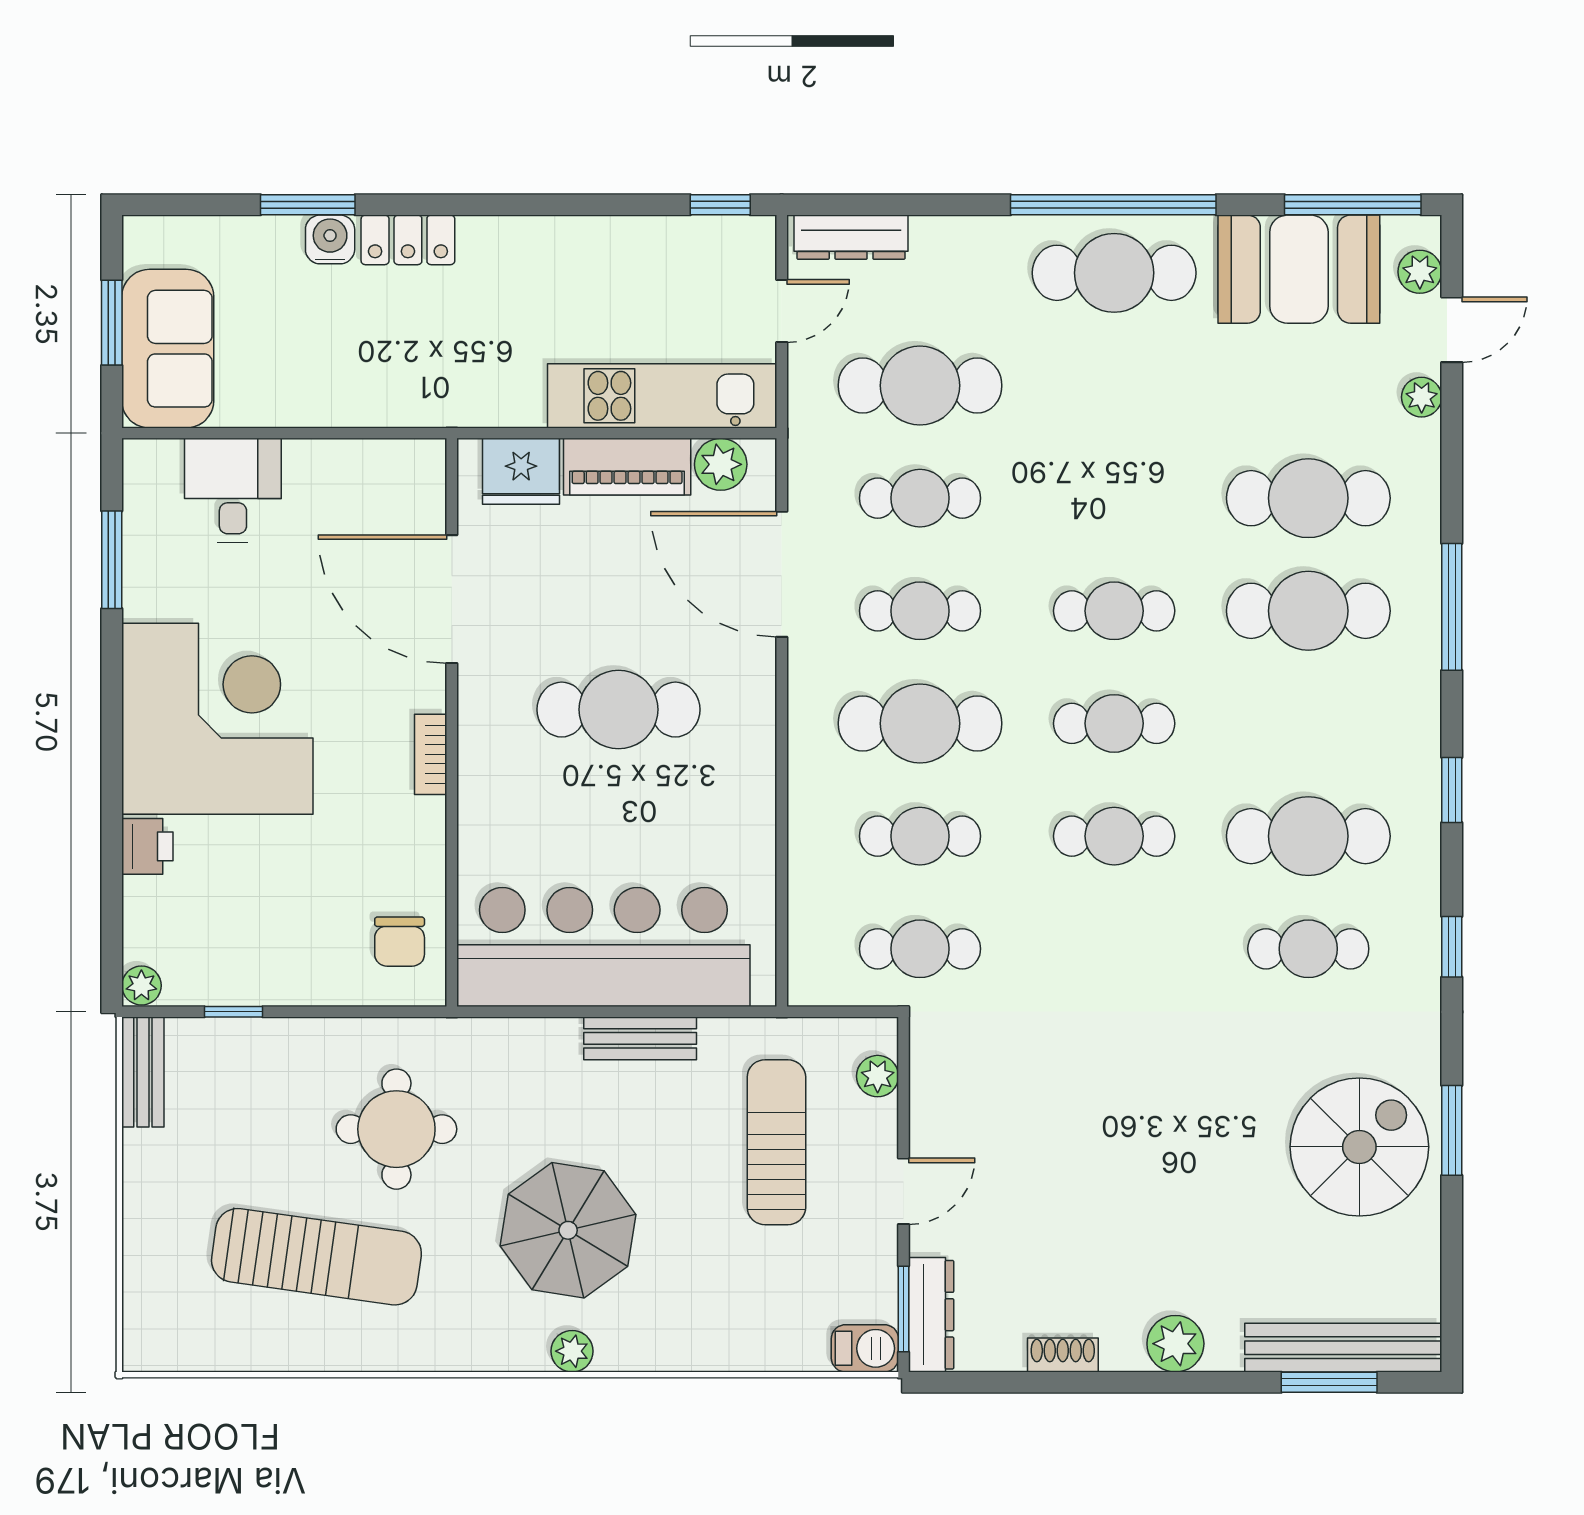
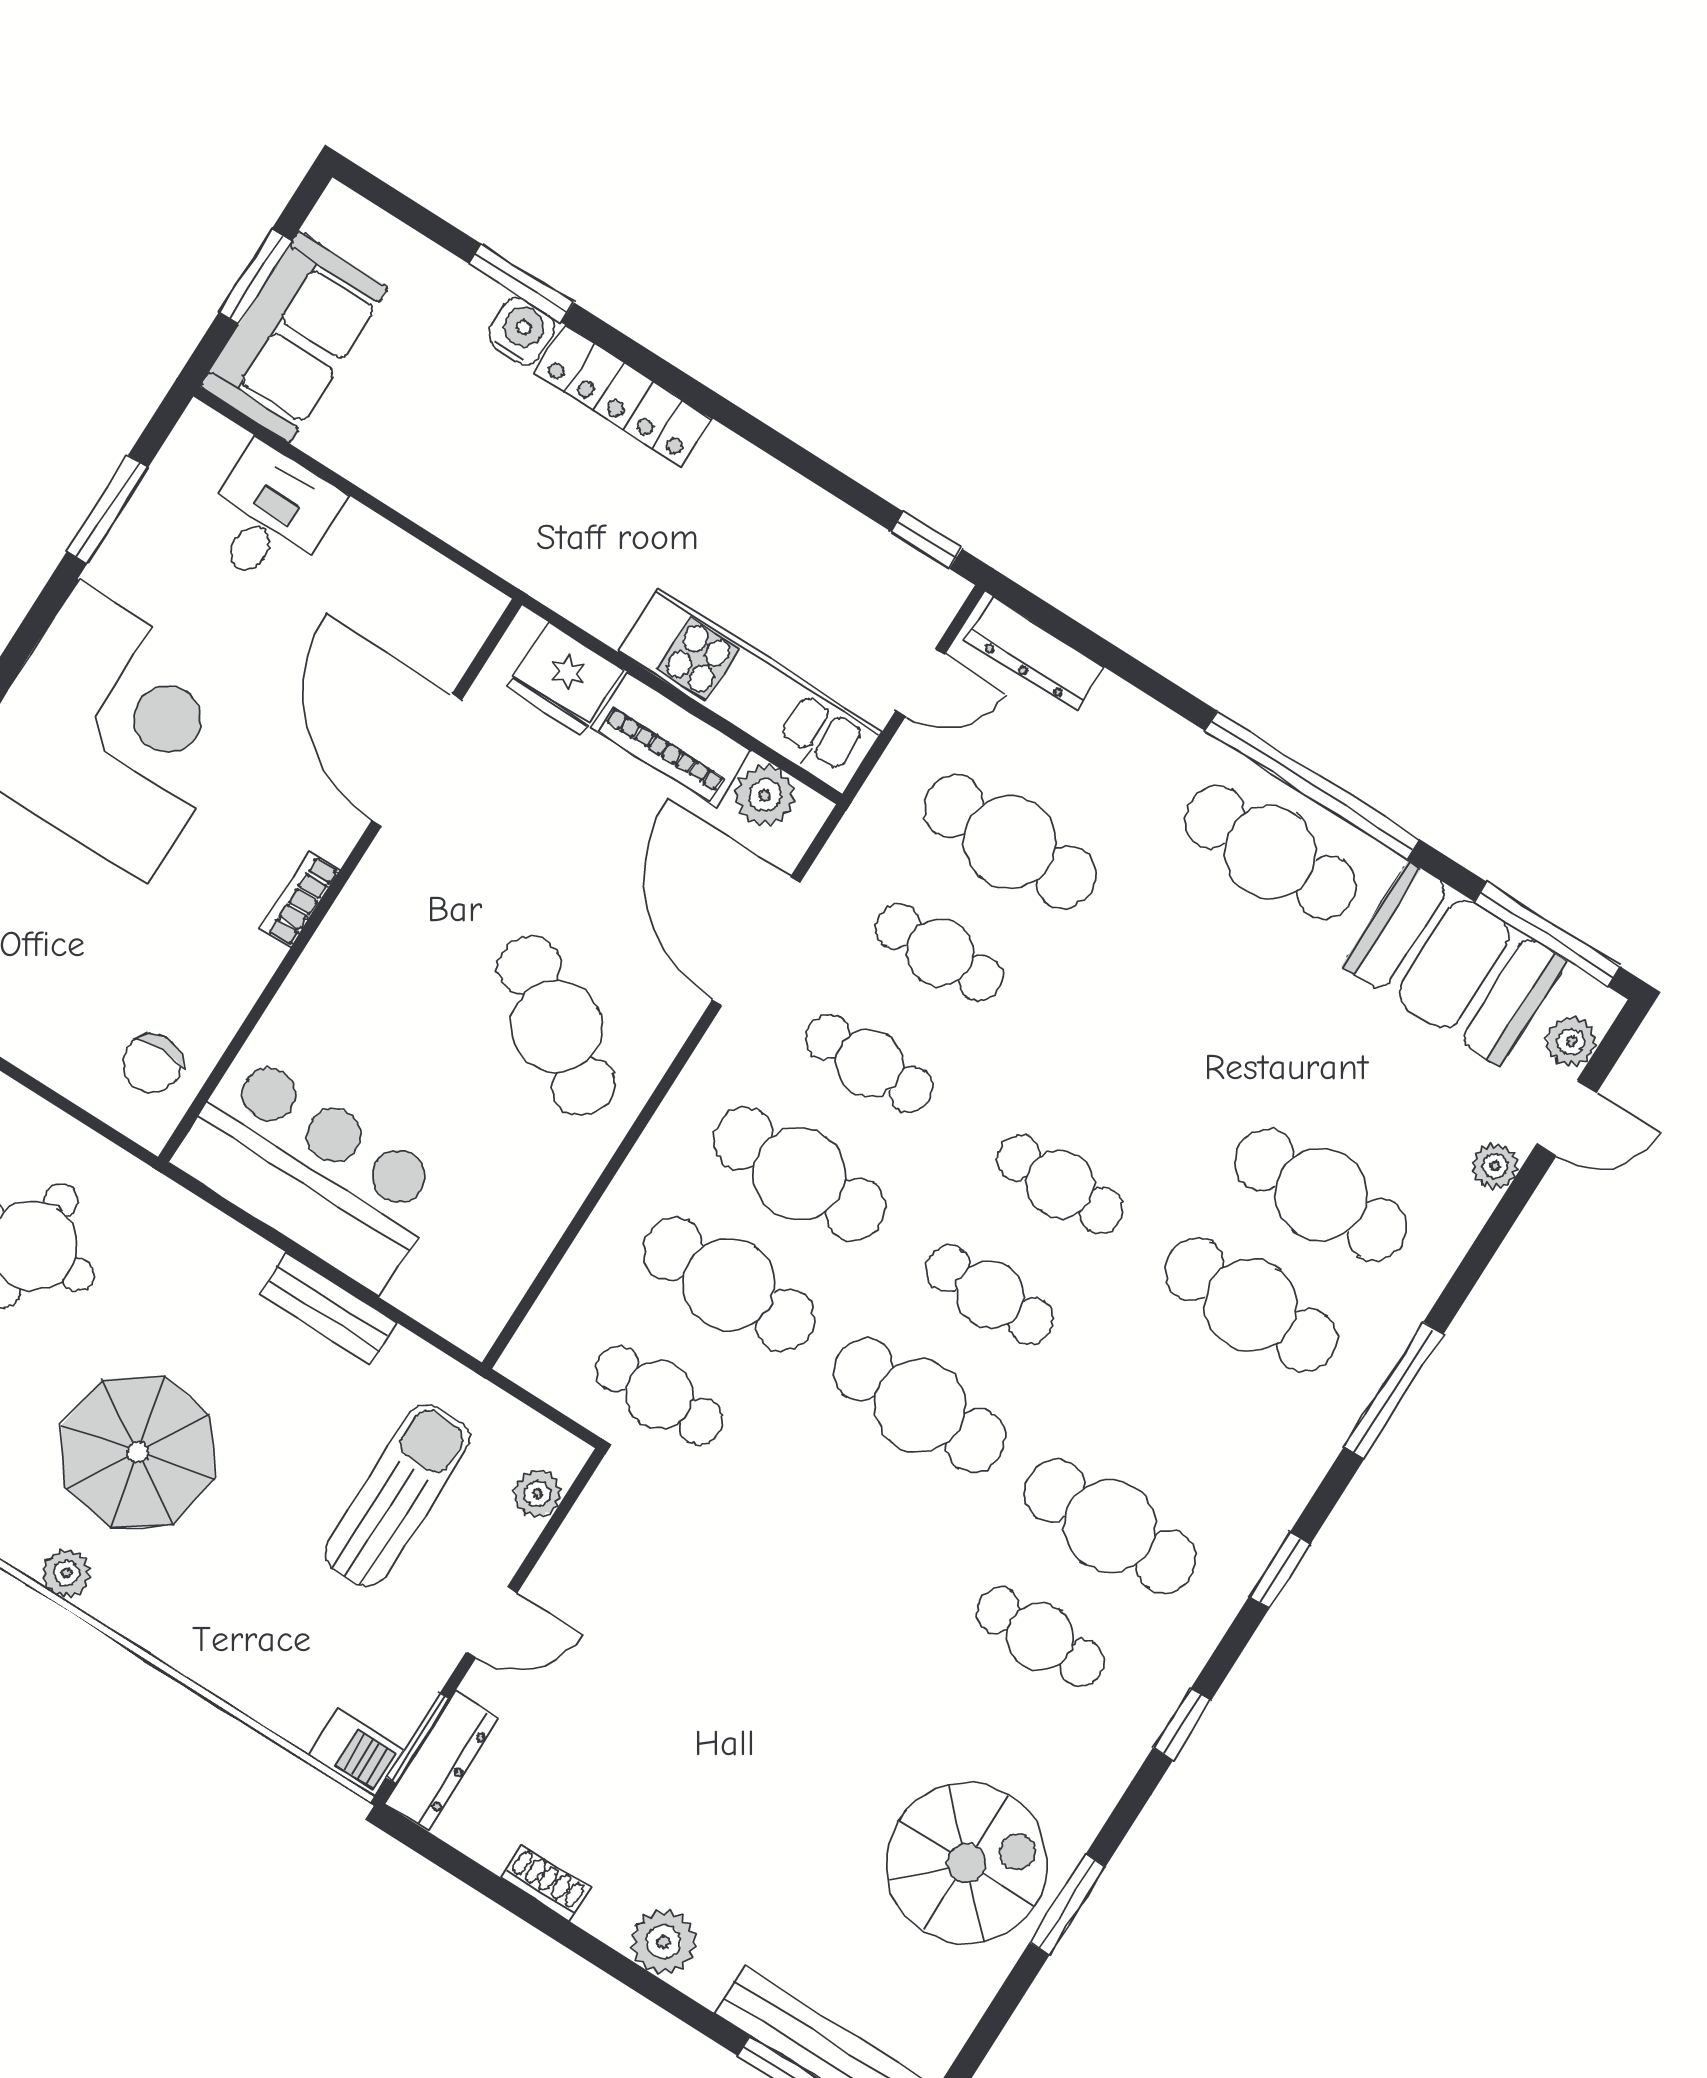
locker: (408, 240) -> (623, 396), width x1.53
cafe table: (618, 710) -> (556, 1026), moved, turned 33
cafe table: (920, 836) -> (729, 1284), width x1.37, depth x1.35
cafe table: (1114, 836) -> (920, 1405), width x1.37, depth x1.35
bar counter: (603, 947) -> (311, 1172), width x0.73

